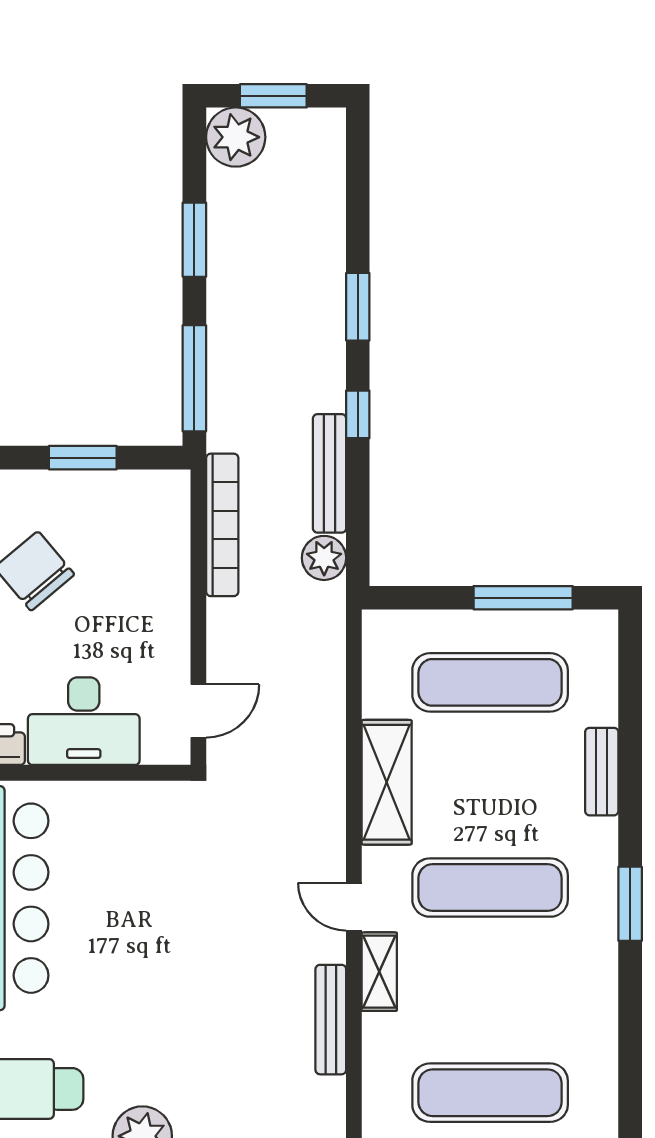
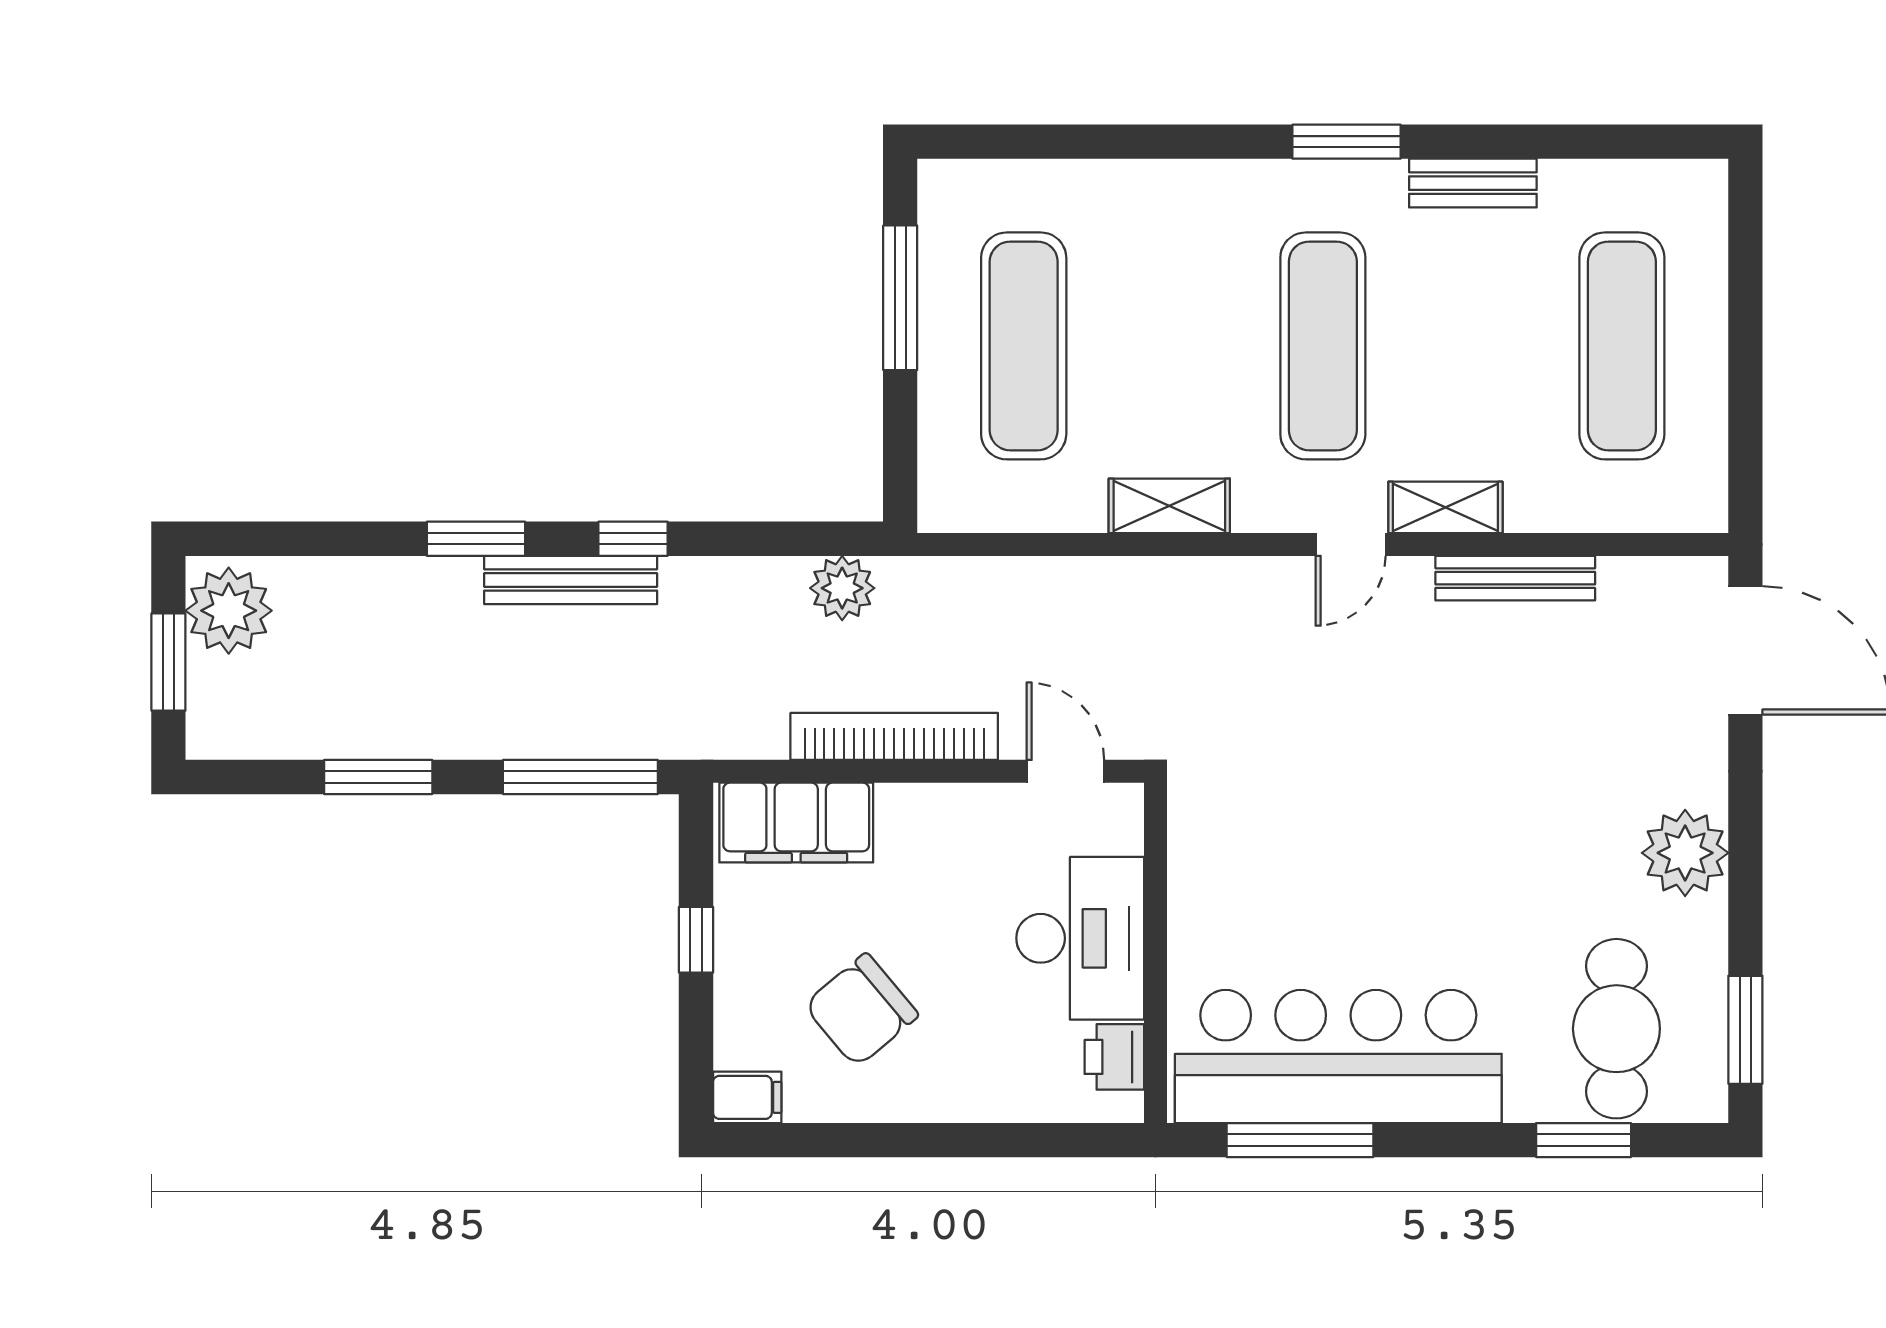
plant: (236, 137) -> (229, 611), moved
window: (83, 458) -> (696, 940), width x0.67
bench: (330, 473) -> (571, 580), moved
bookcase: (222, 525) -> (894, 736), moved
filing cabinet: (163, 526) -> (796, 823), added
bench: (602, 772) -> (1473, 183), moved
shelving: (387, 782) -> (1169, 506), width x0.67, depth x0.75

